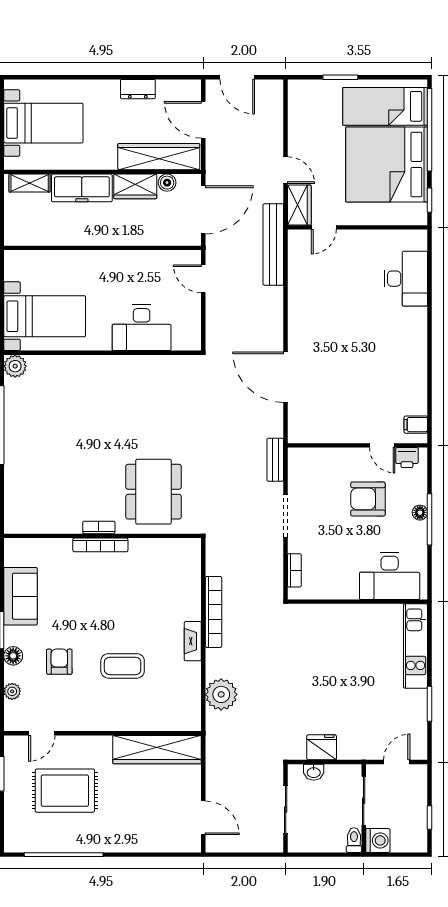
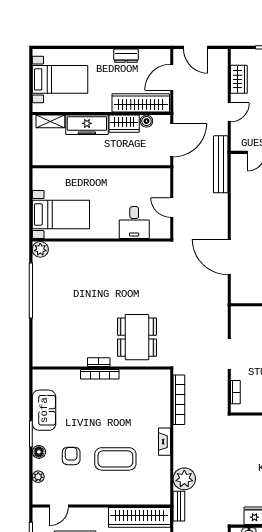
door: (203, 120) -> (172, 77), hinge flipped
door: (286, 170) -> (229, 112), hinge flipped
wardrobe: (299, 205) -> (239, 79), moved
door: (203, 279) -> (172, 208), moved
desk: (142, 328) -> (134, 223), width x0.73
bench: (275, 460) -> (179, 506), moved
bookcase: (213, 612) -> (179, 400), moved
coffee table: (123, 666) -> (115, 459), width x1.36, depth x1.32

